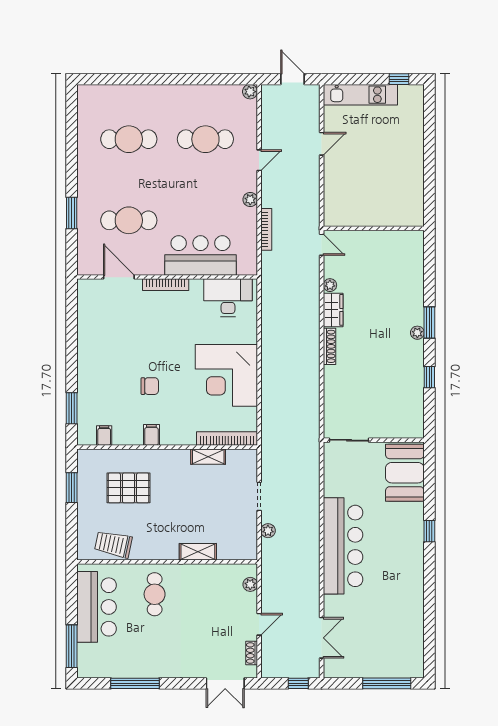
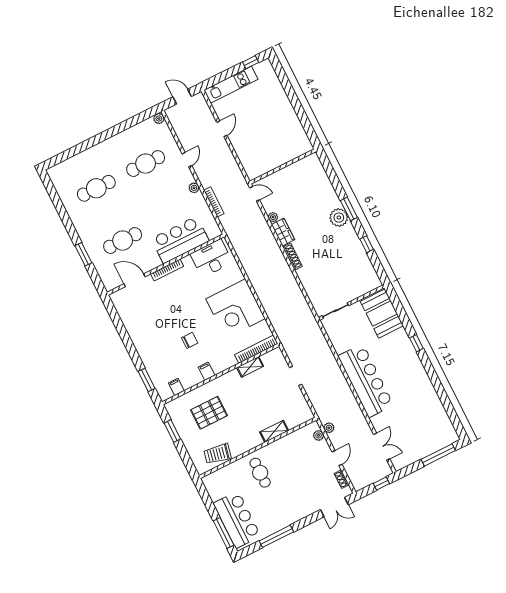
plant: (417, 333) -> (339, 218), width x1.88, depth x1.88
plant: (268, 531) -> (329, 428), moved
bar counter: (97, 607) -> (237, 520), moved

